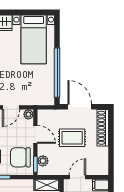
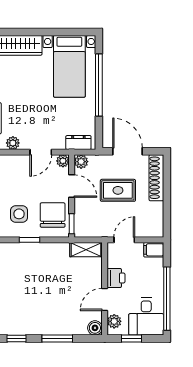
window: (57, 73) -> (99, 85), moved
dresser: (41, 100) -> (78, 143), added
chair: (20, 157) -> (53, 215), turned 90
plant: (43, 161) -> (81, 162), moved

